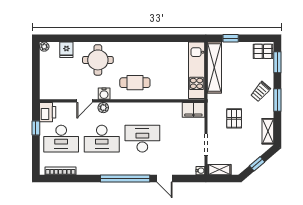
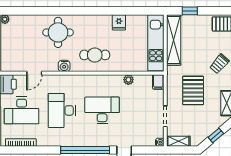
fridge: (66, 50) -> (119, 22), moved
door: (85, 101) -> (34, 73), moved
plant: (103, 108) -> (128, 80), moved
filing cabinet: (193, 110) -> (158, 82), width x0.50
pallet: (234, 118) -> (193, 90), width x1.50, depth x1.42
desk: (102, 139) -> (62, 110), turned 90

